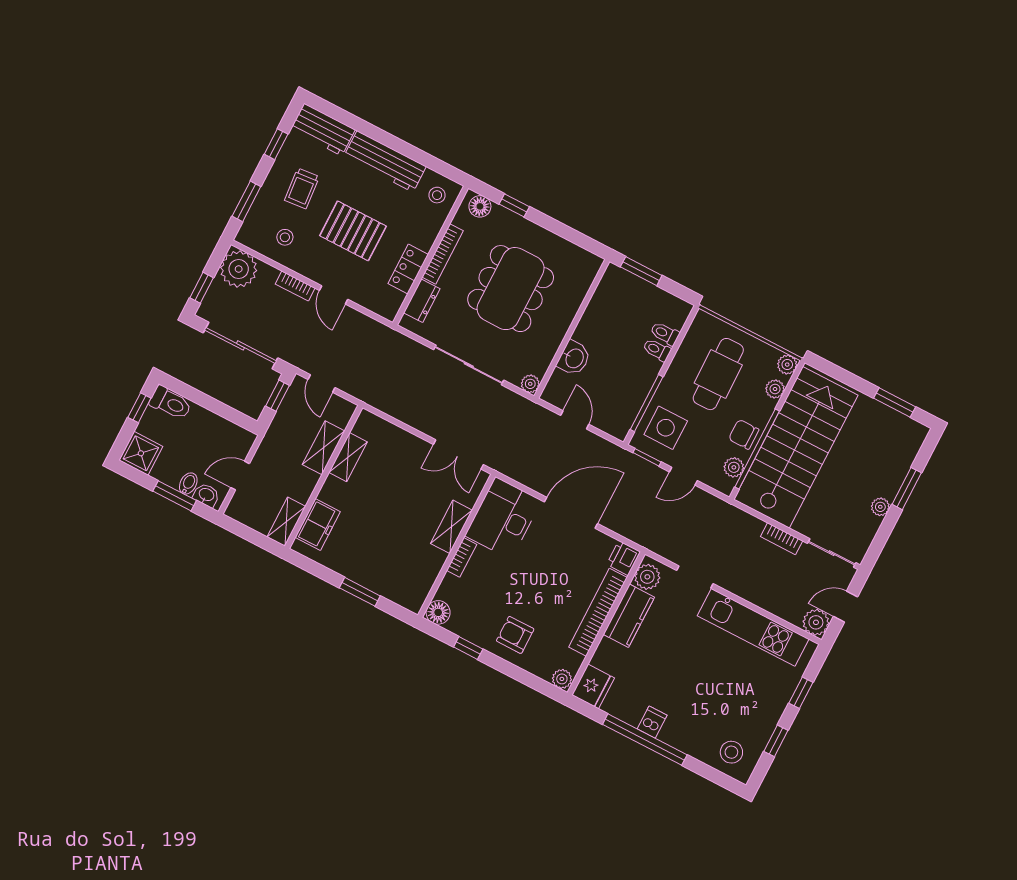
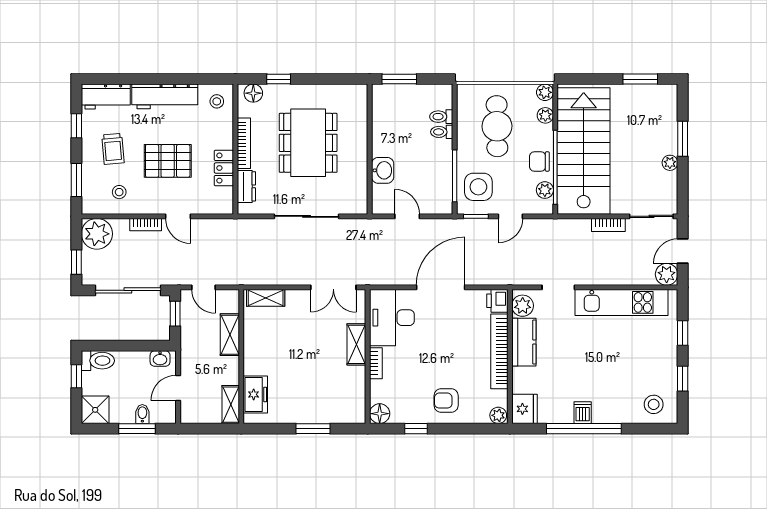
plant: (530, 384) -> (360, 207), removed
shelving: (348, 457) -> (266, 298), moved, turned 90
washbasin: (206, 495) -> (160, 359), moved, turned 180

